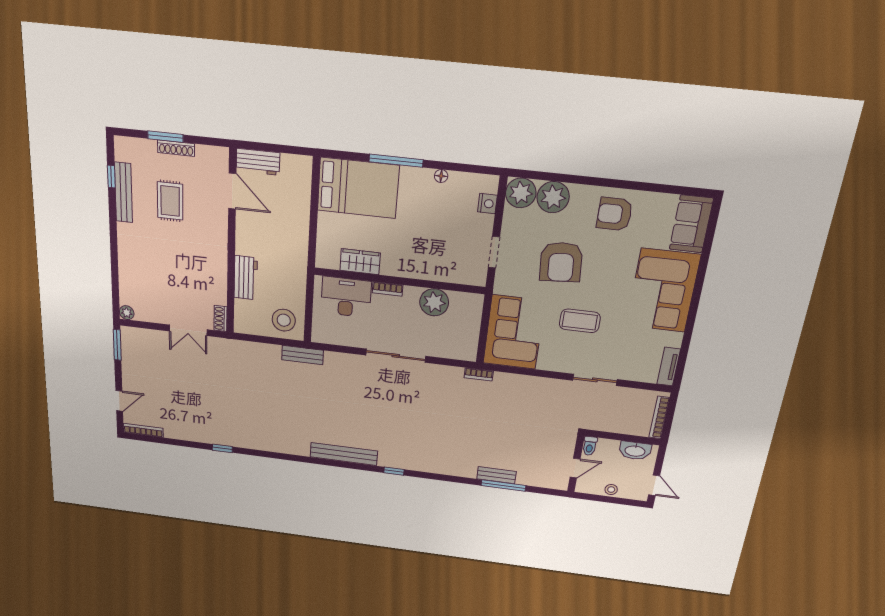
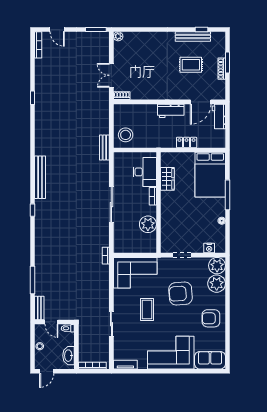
armchair: (615, 214) -> (211, 318), turned -90
locker: (300, 223) -> (187, 142), added
workbench: (246, 278) -> (171, 111), moved
bench: (496, 475) -> (39, 308), moved

